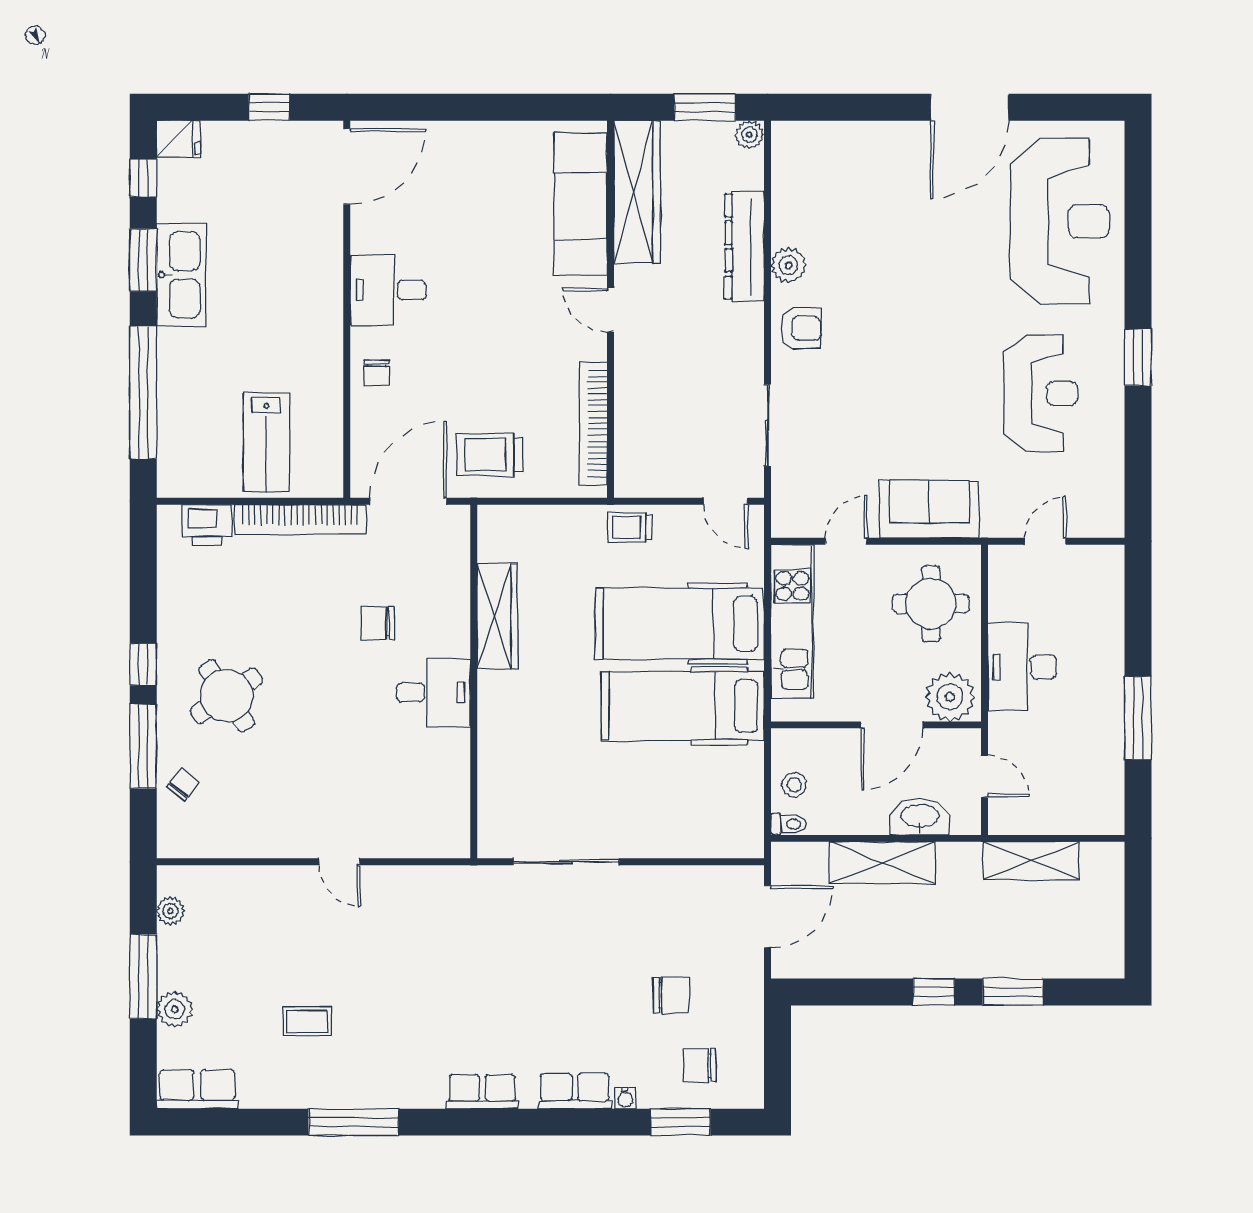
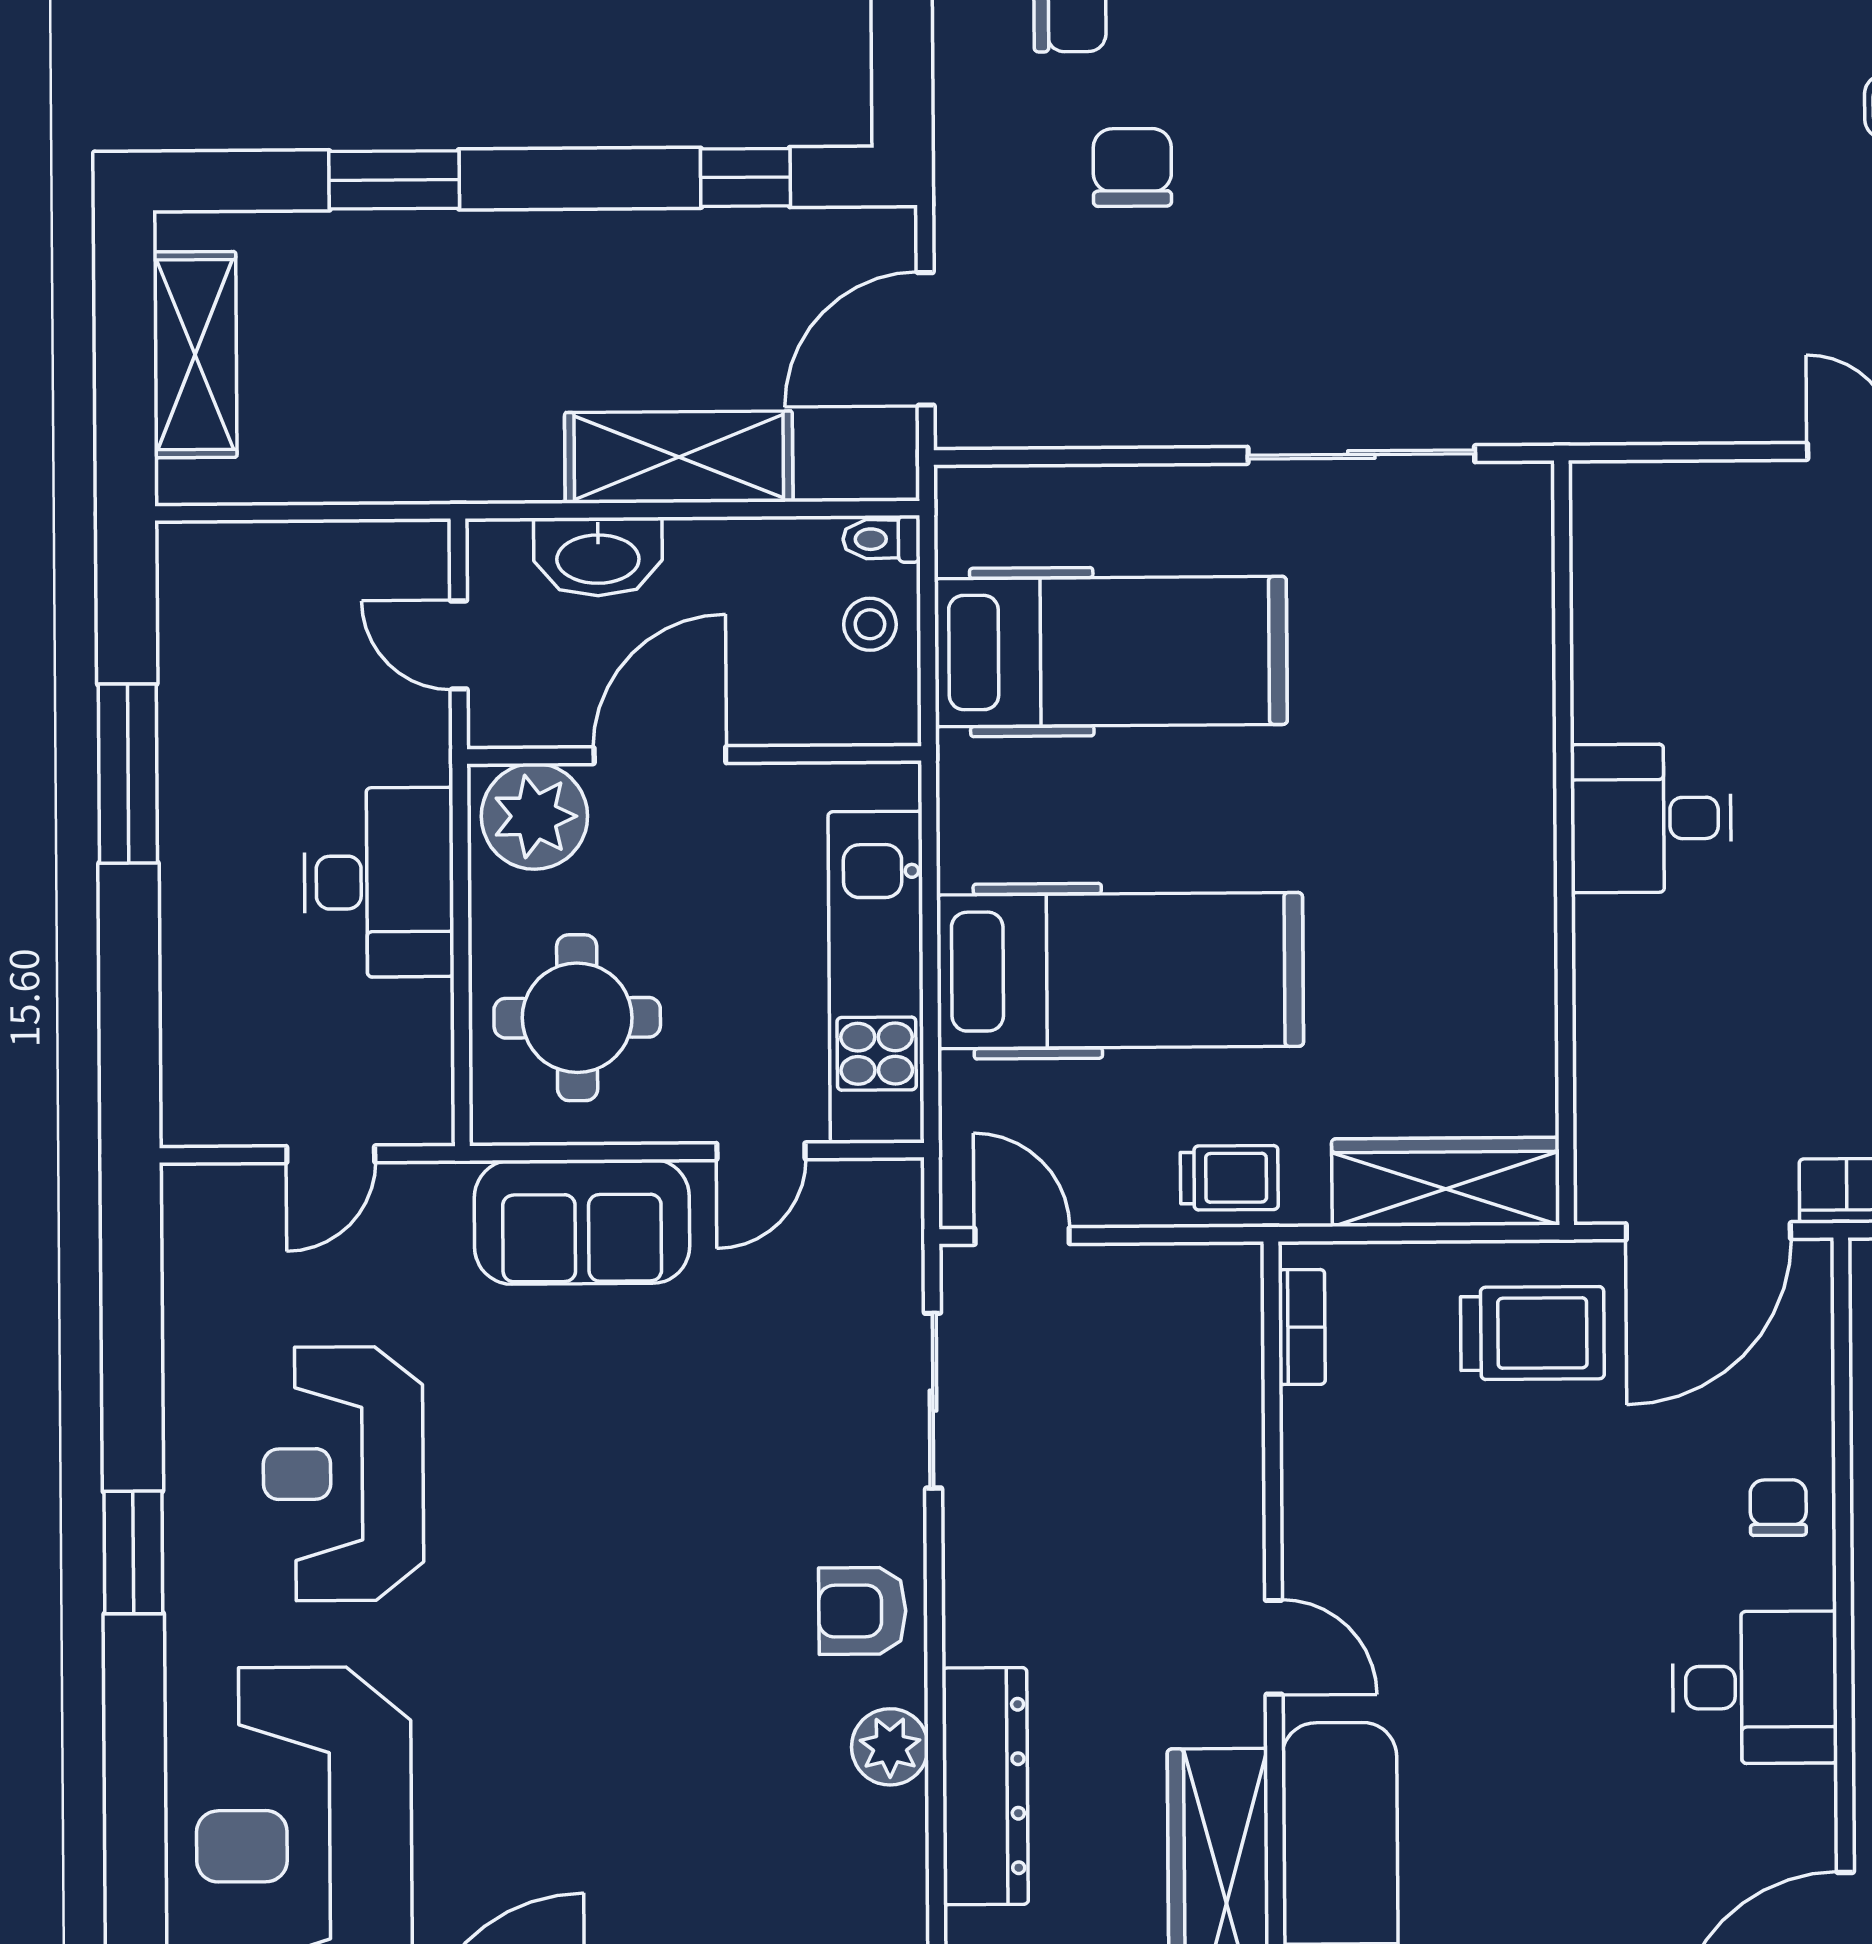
bookcase: (593, 423) -> (1302, 1327), width x0.43, depth x0.76
wardrobe: (497, 616) -> (1446, 1182), moved, turned 90
chair: (378, 623) -> (1772, 967), removed
hospital bed: (683, 706) -> (1111, 652), moved
shelving: (1031, 861) -> (195, 355), moved, turned 90
window: (934, 992) -> (745, 177), moved
chair: (671, 995) -> (1132, 167), turned 90

